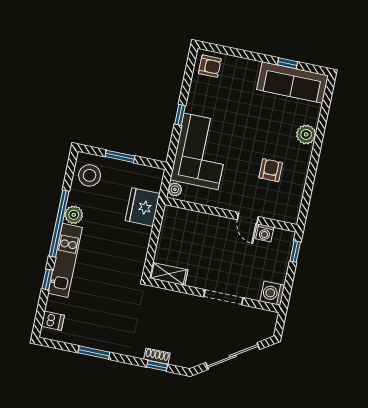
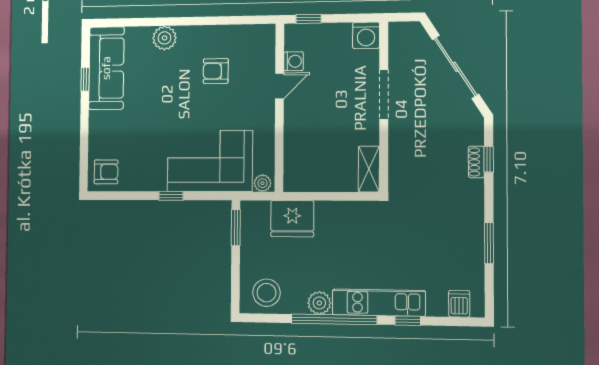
armchair: (210, 66) -> (106, 172), turned 90
window: (120, 156) -> (236, 228), moved

